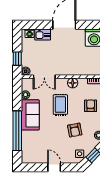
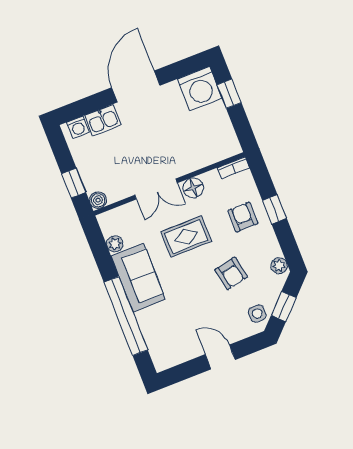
double door: (44, 77) -> (156, 189), moved
rug: (60, 105) -> (186, 237), turned 90

